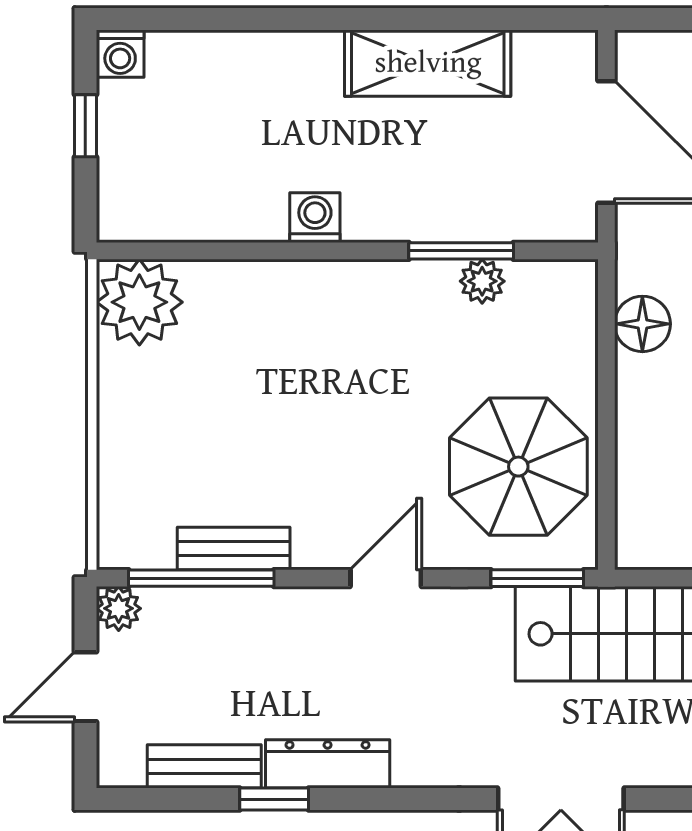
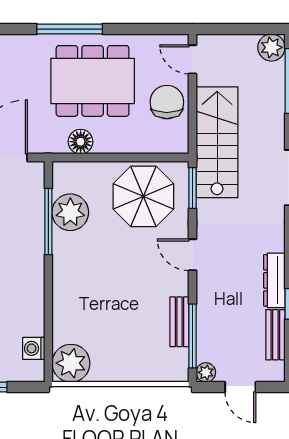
washing machine: (315, 218) -> (34, 348), moved
window: (461, 251) -> (48, 222), width x1.44
plant: (482, 281) -> (70, 212), width x1.88, depth x1.88

